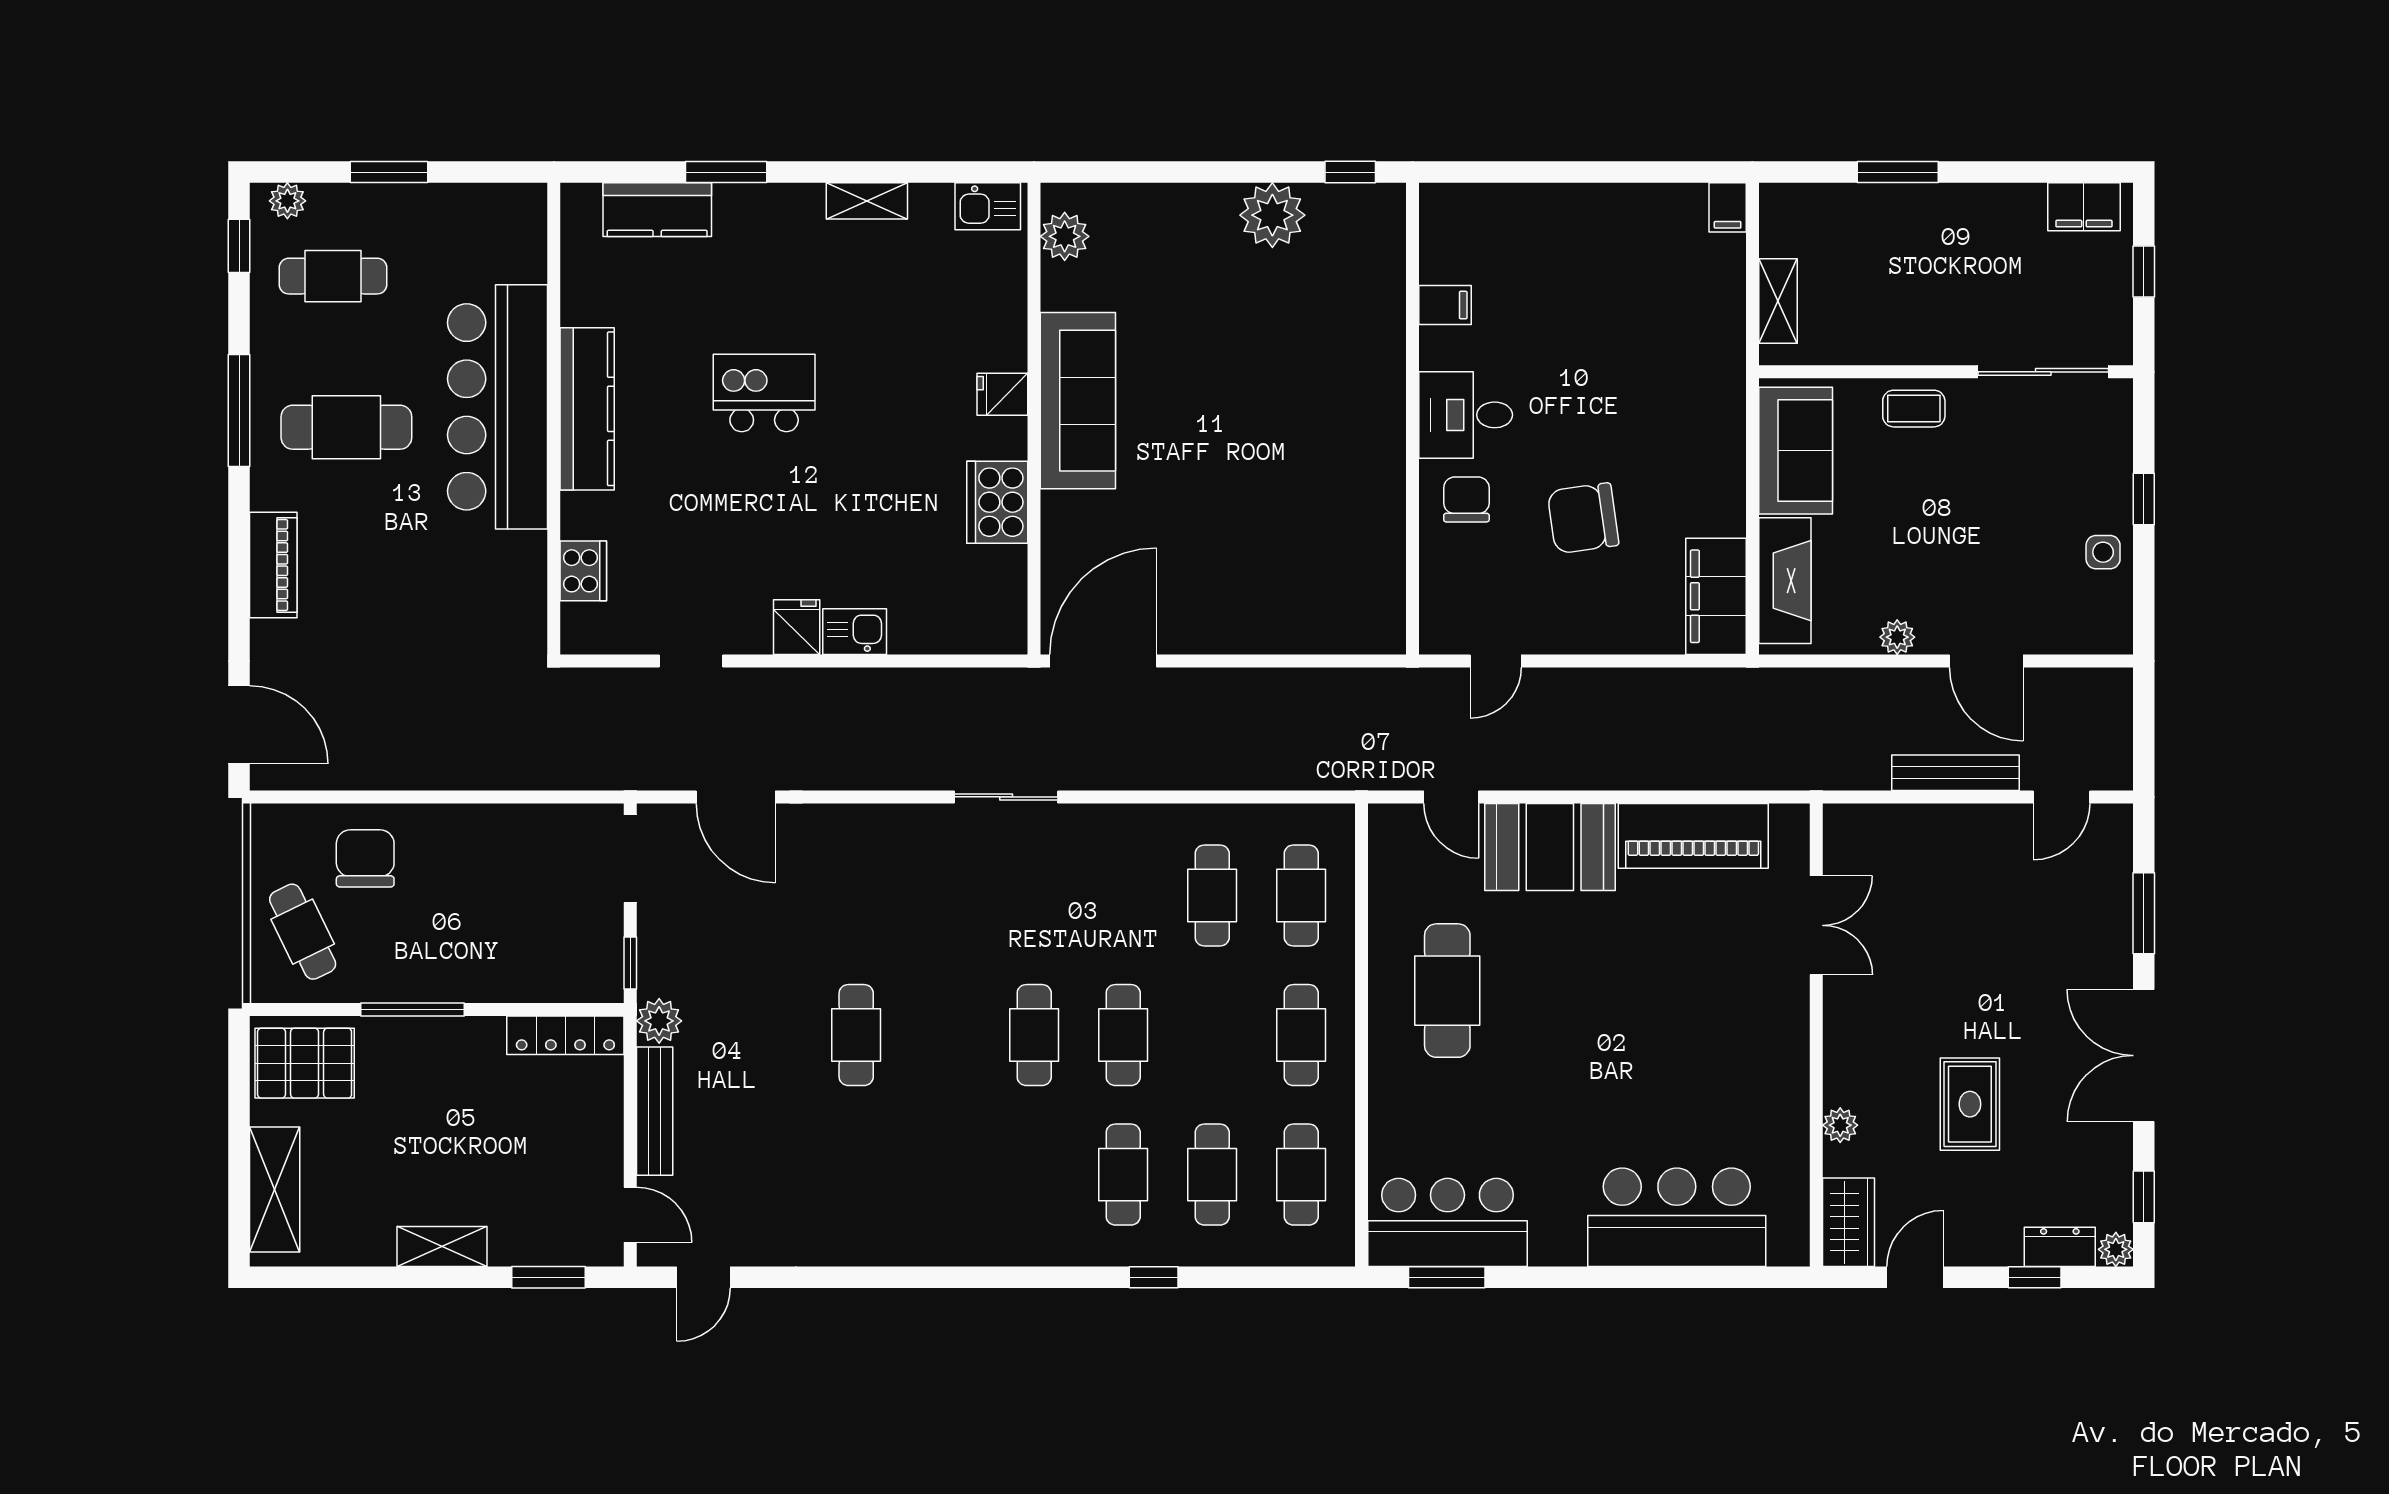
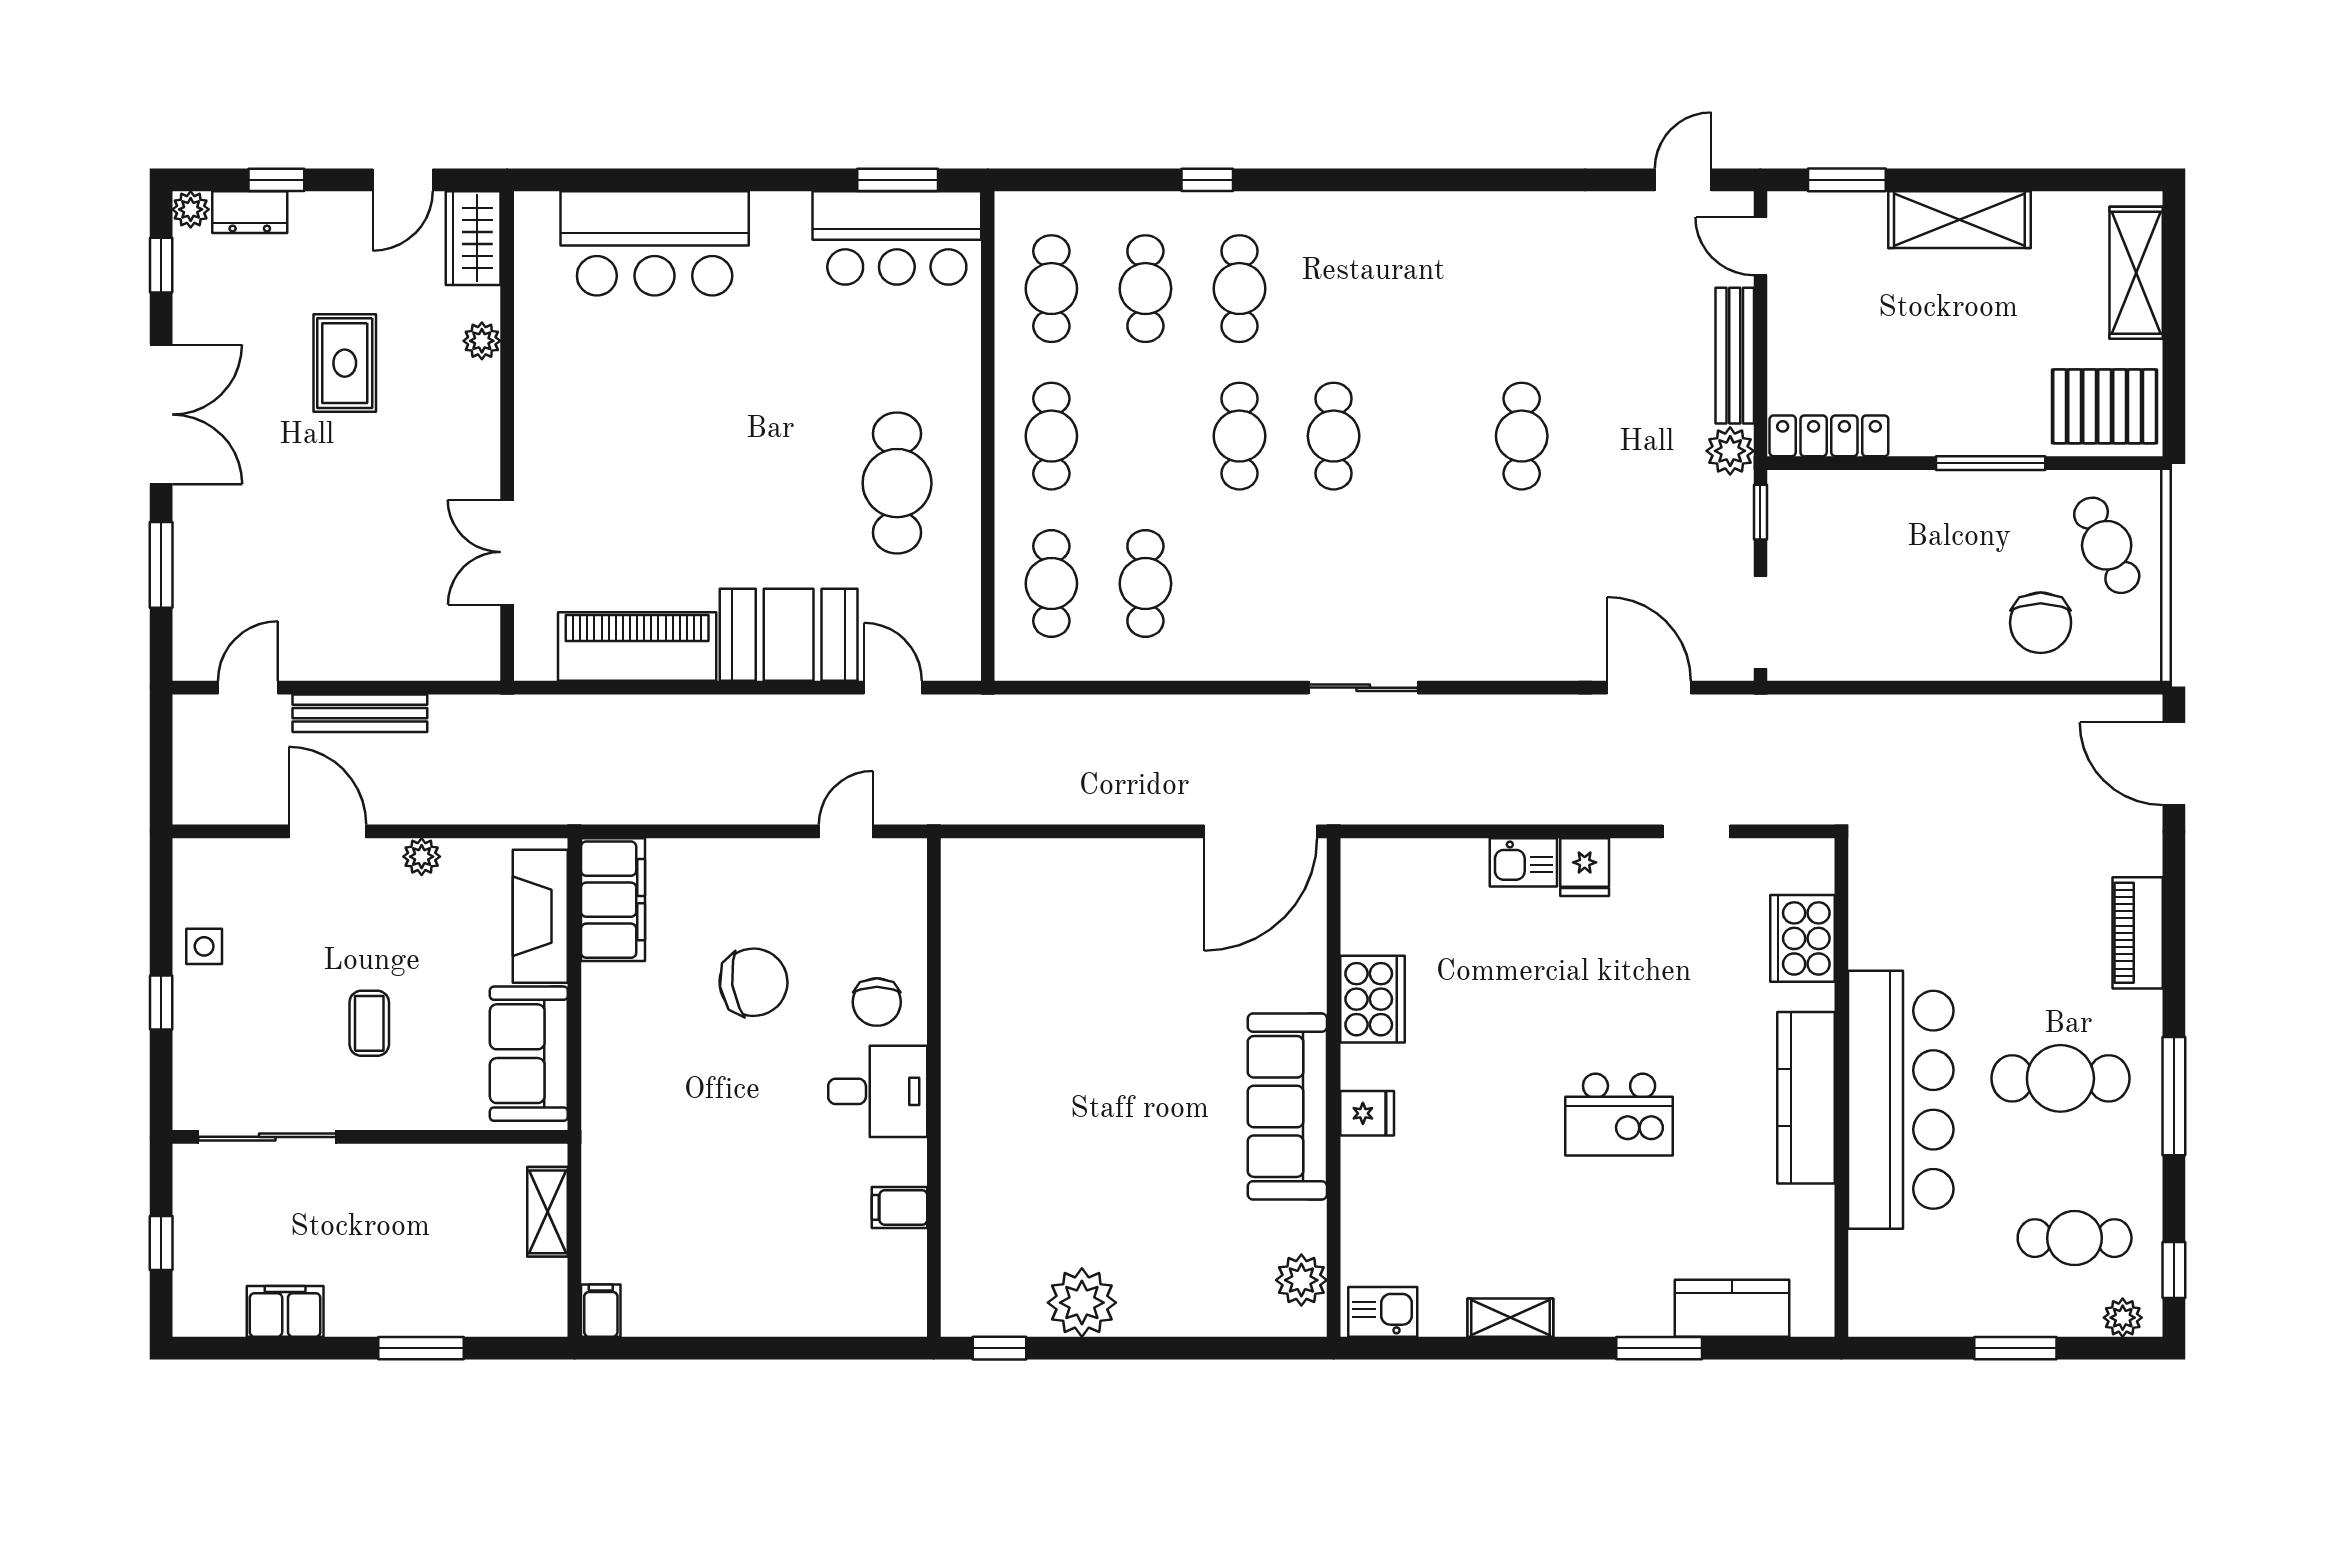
filing cabinet: (2084, 207) -> (285, 1311), moved
coffee table: (1914, 409) -> (369, 1023), moved, turned 90
cooker: (583, 571) -> (1802, 938), width x1.37, depth x1.31
shelving: (442, 1247) -> (1959, 220), width x1.50, depth x1.33

